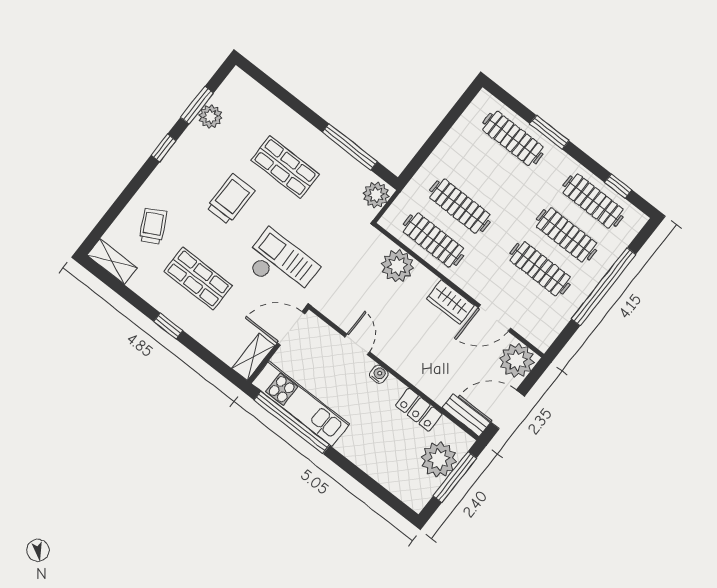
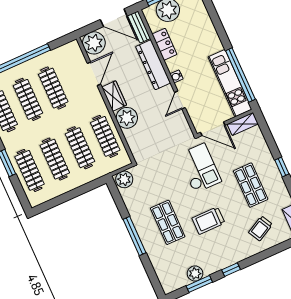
window: (350, 147) -> (134, 236), moved
clothes rail: (486, 172) -> (55, 159), added
checkout: (281, 265) -> (200, 168), turned 180
plant: (397, 266) -> (127, 118), moved
door: (494, 318) -> (94, 74), hinge flipped
dresser: (419, 373) -> (153, 65), added

